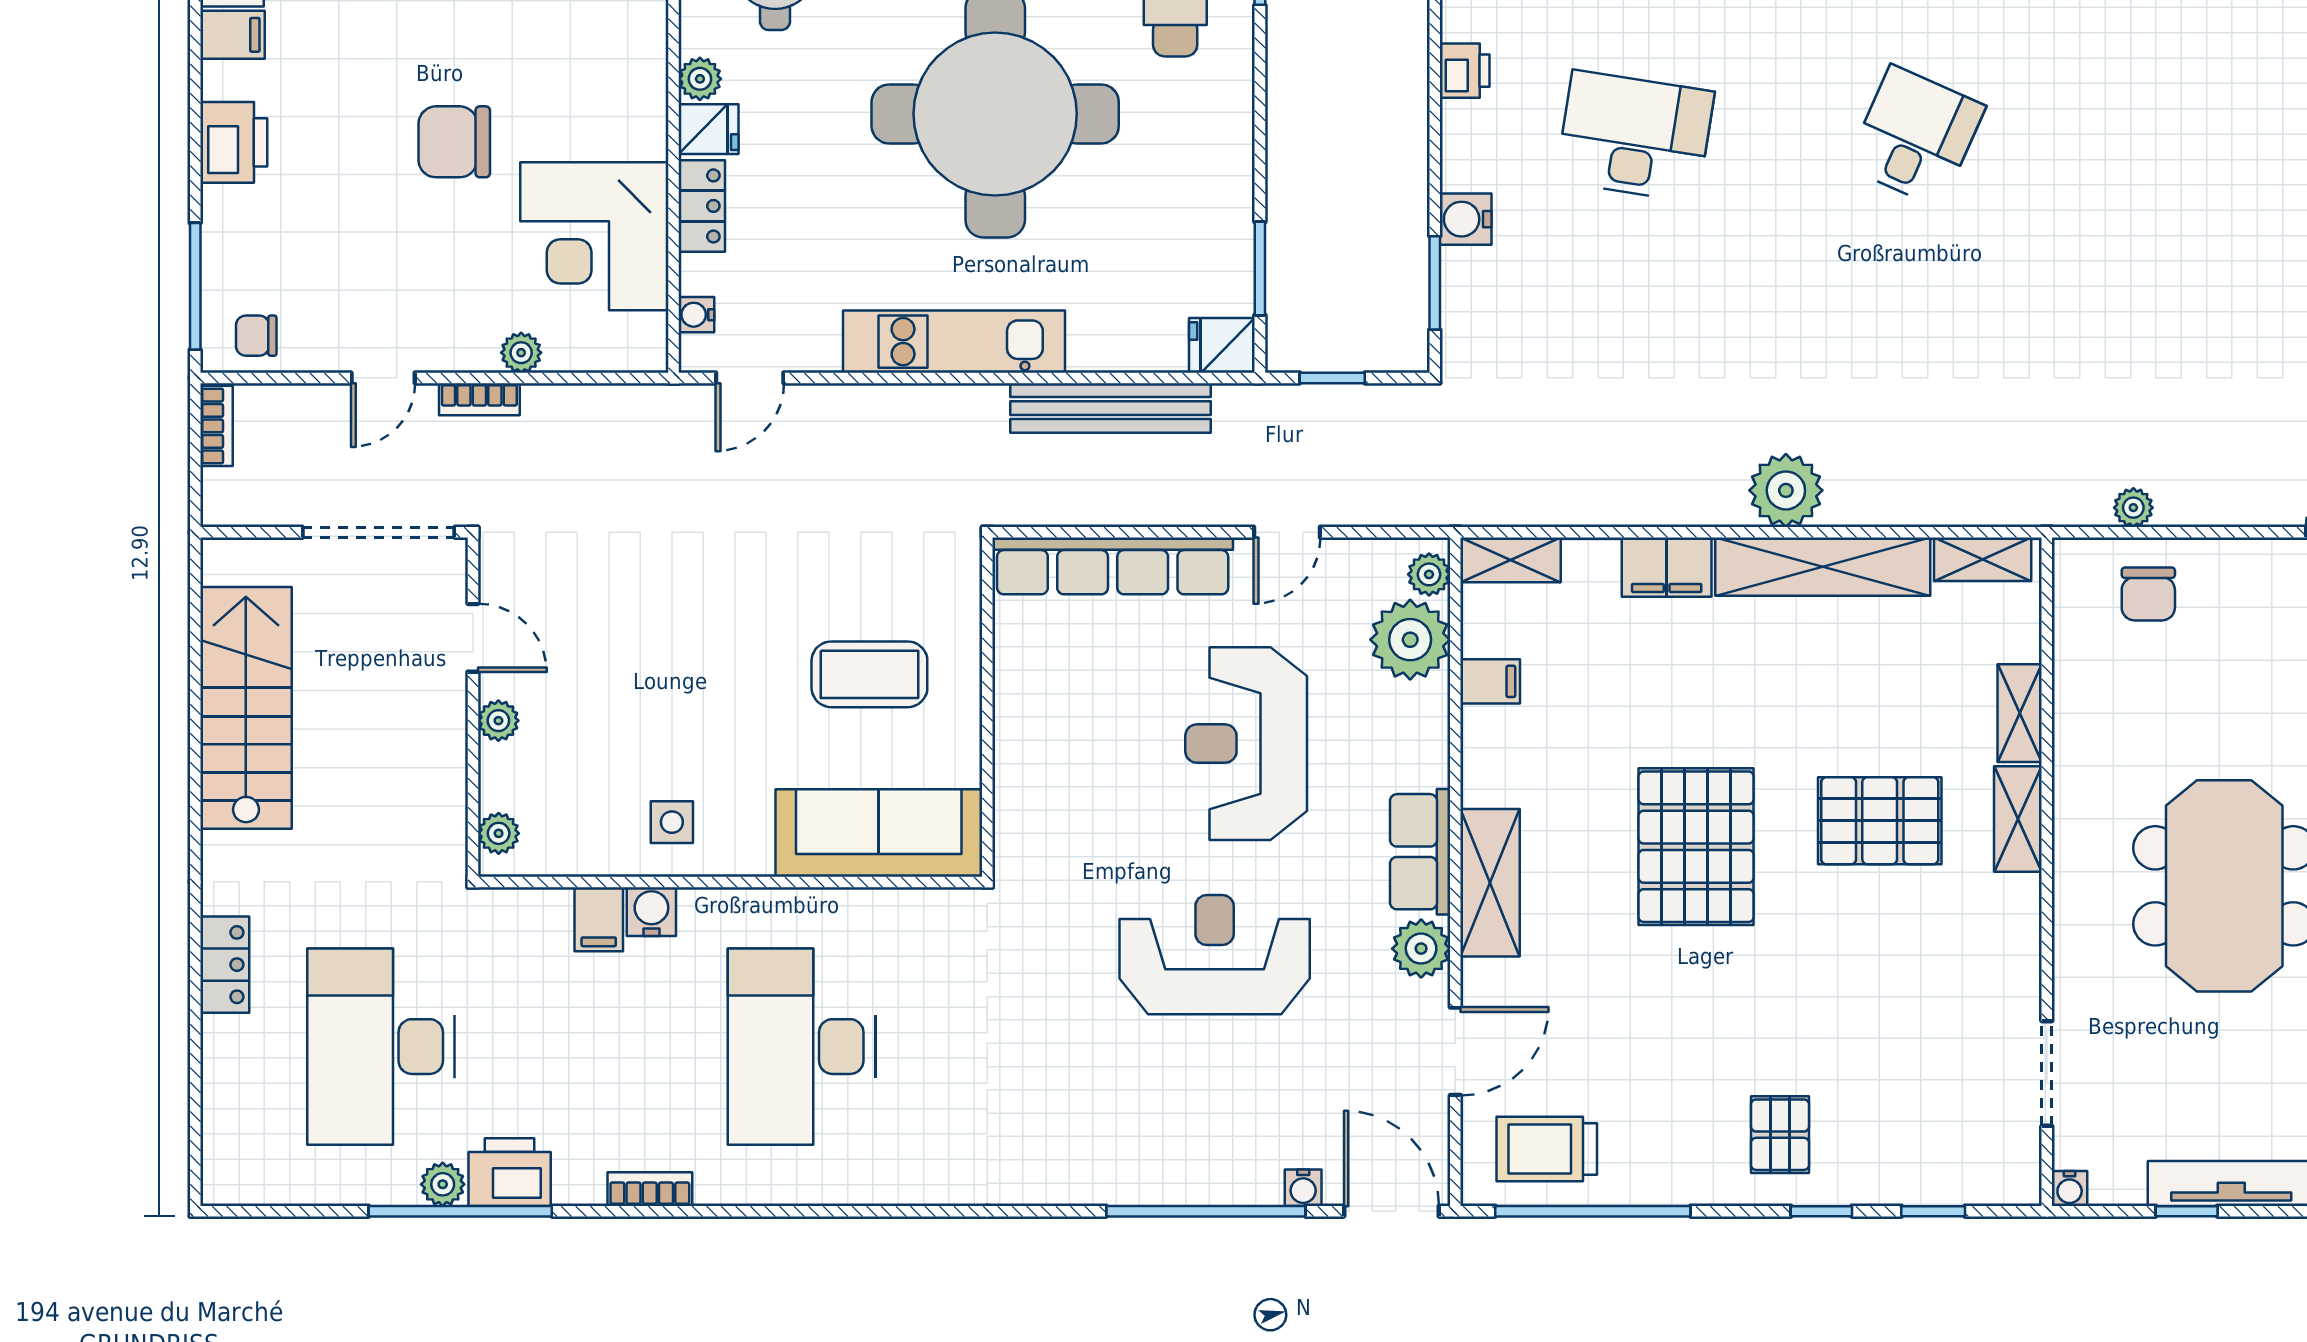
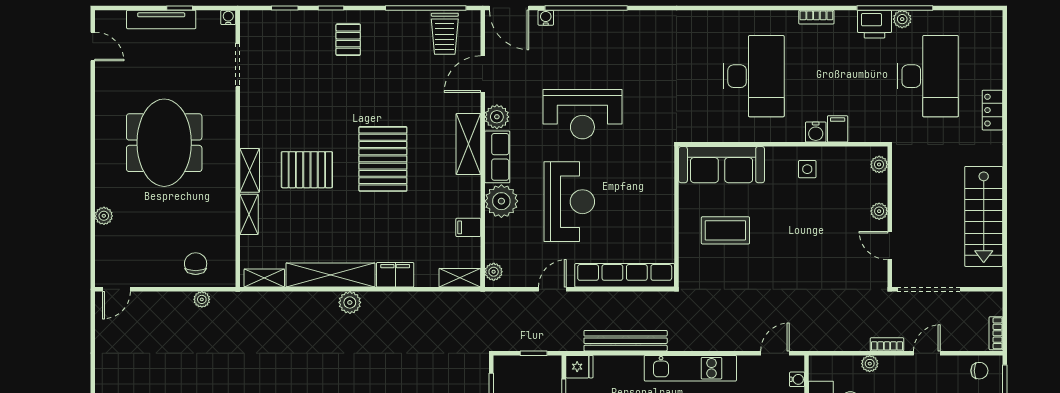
plant: (1786, 490) -> (350, 302), width x0.73, depth x0.73
plant: (1410, 640) -> (501, 201), moved
trolley: (1547, 1149) -> (445, 34), turned 90

